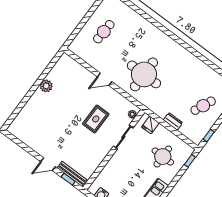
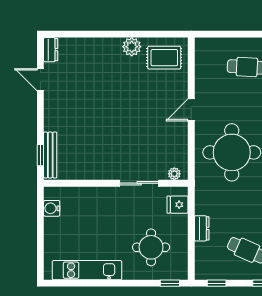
door: (105, 79) -> (191, 110), hinge flipped
rug: (96, 119) -> (164, 58), moved
dresser: (15, 131) -> (51, 50), added
door: (48, 164) -> (40, 80), moved

